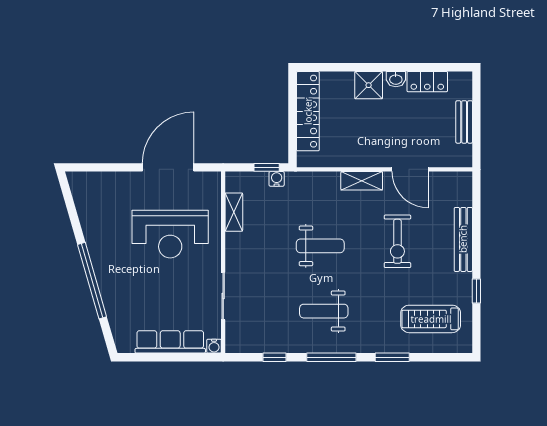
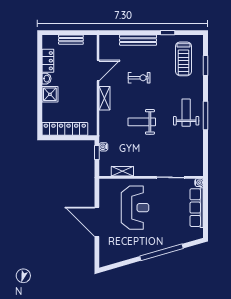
door: (168, 167) -> (97, 222), moved
exercise bike: (397, 241) -> (139, 78), width x0.73, depth x0.72
weight bench: (320, 246) -> (142, 122), turned -90
weight bench: (324, 311) -> (186, 113), moved, turned 180
window: (274, 357) -> (205, 148), removed
window: (392, 357) -> (205, 65), moved

